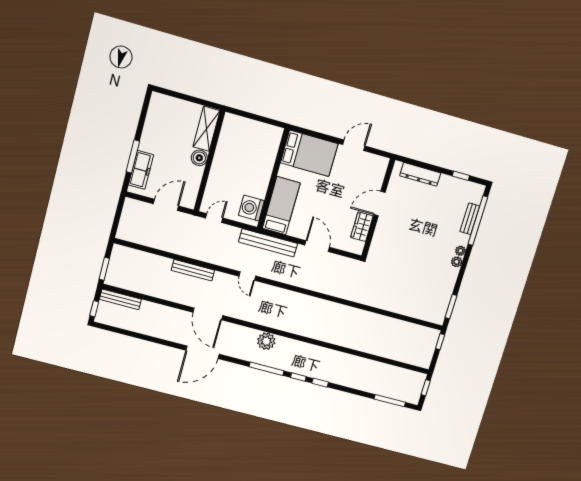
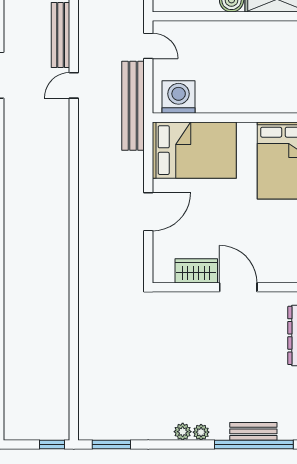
bed: (281, 206) -> (194, 150), width x1.50
bench: (268, 243) -> (133, 106), moved
door: (247, 276) -> (74, 85), moved

